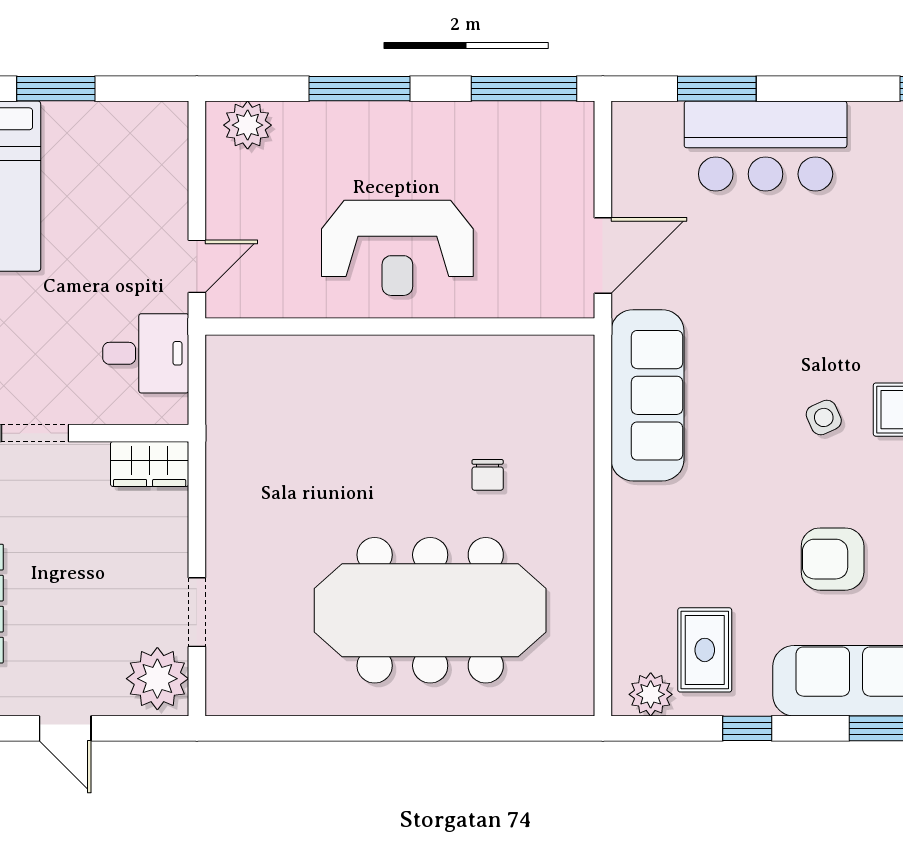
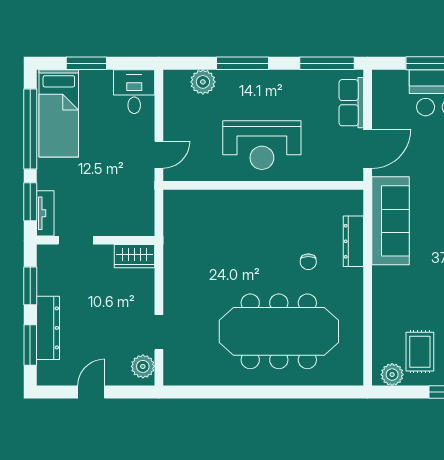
plant: (248, 125) -> (203, 82), moved
row of seats: (571, 165) -> (351, 103), added
desk: (146, 353) -> (134, 92), moved, turned -90
dresser: (575, 435) -> (353, 241), added
plant: (157, 679) -> (143, 366), width x0.73, depth x0.73
door: (65, 728) -> (91, 392), swing flipped

